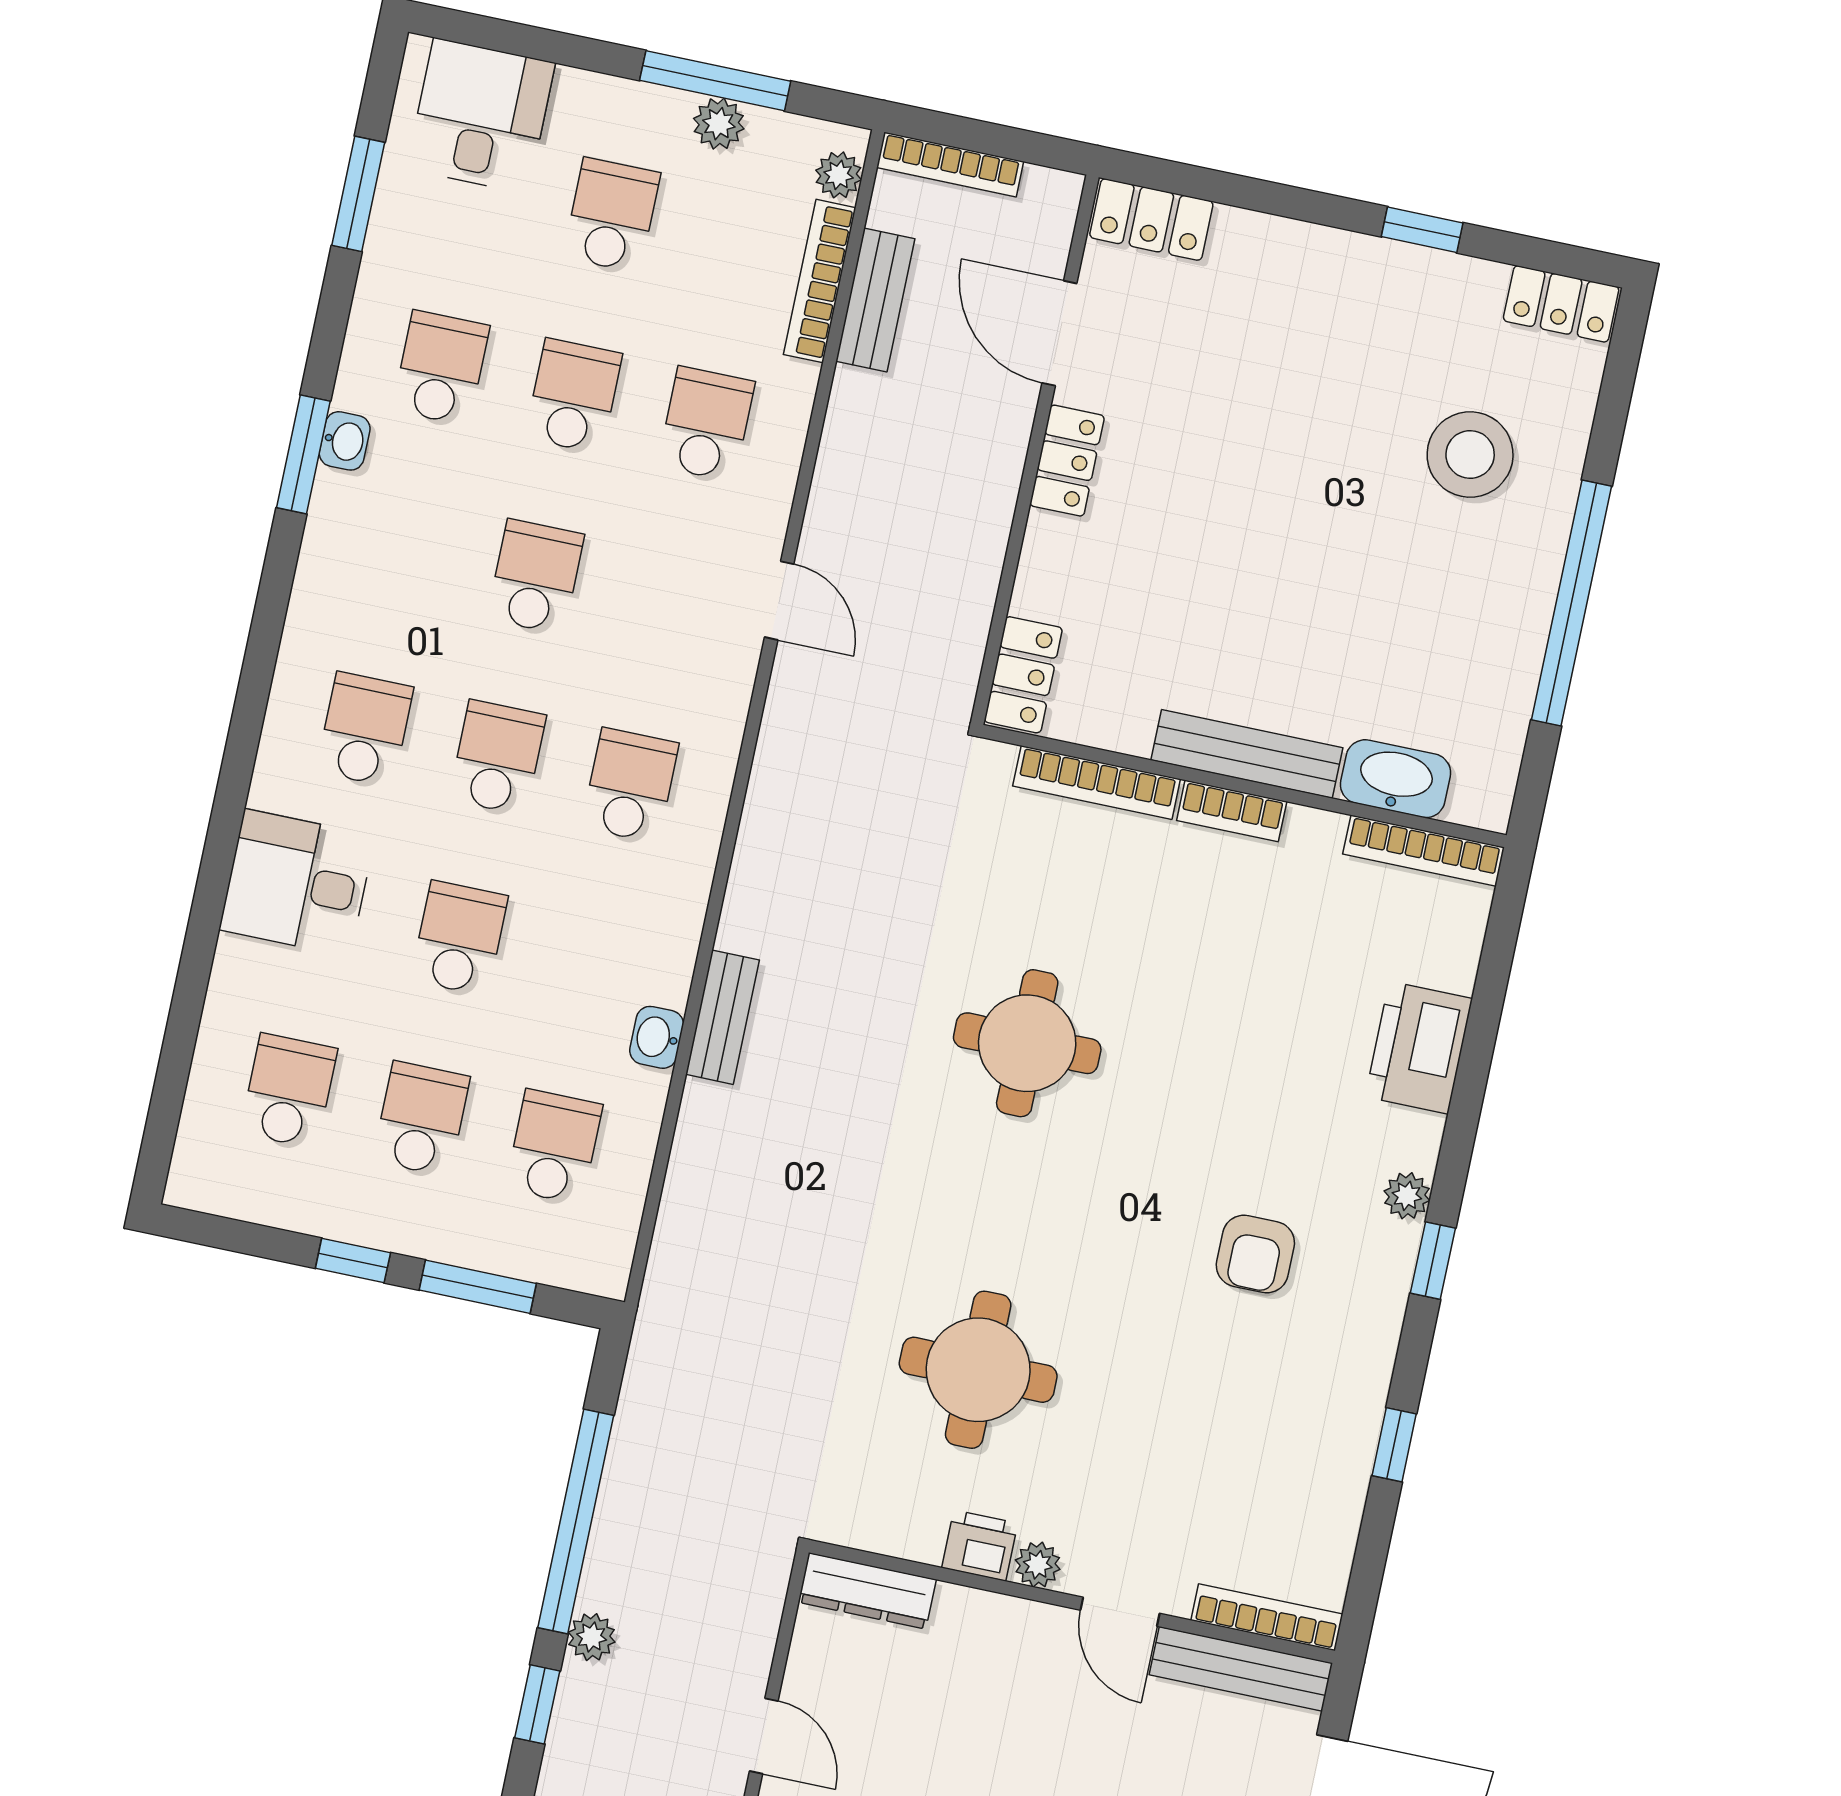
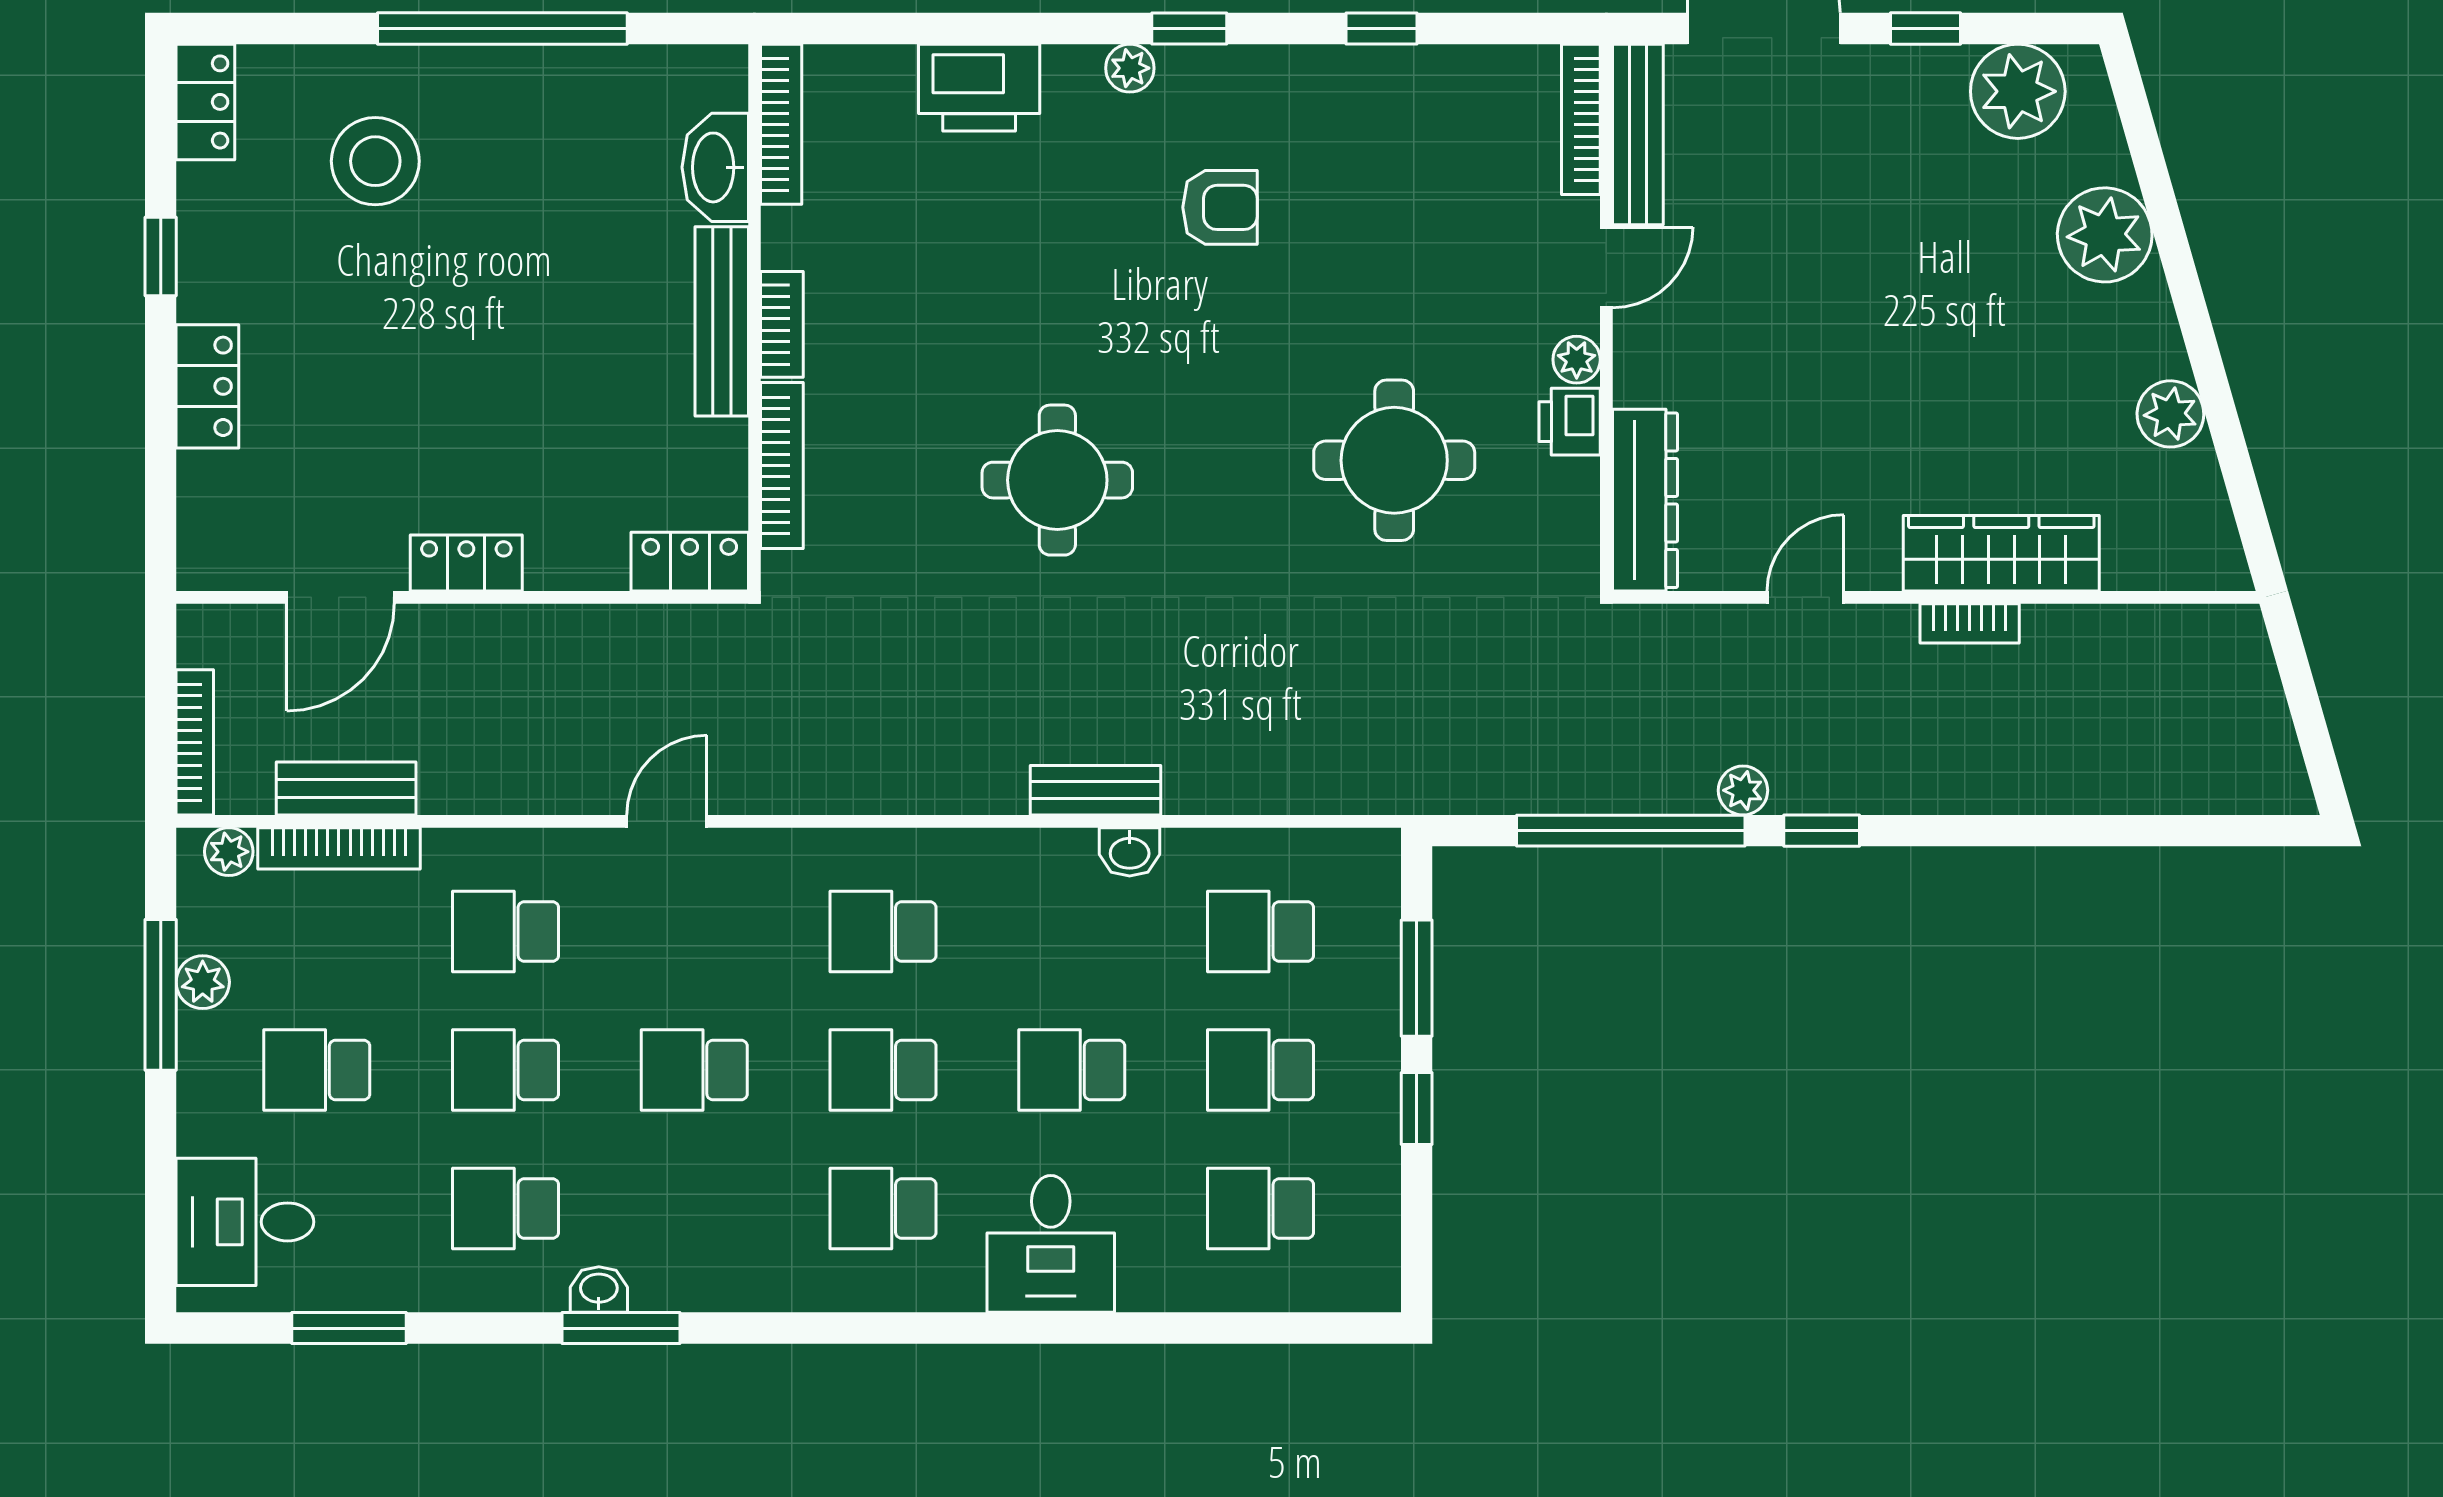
locker: (1151, 220) -> (207, 386), moved
dresser: (867, 1591) -> (1645, 500), width x1.37, depth x1.24

